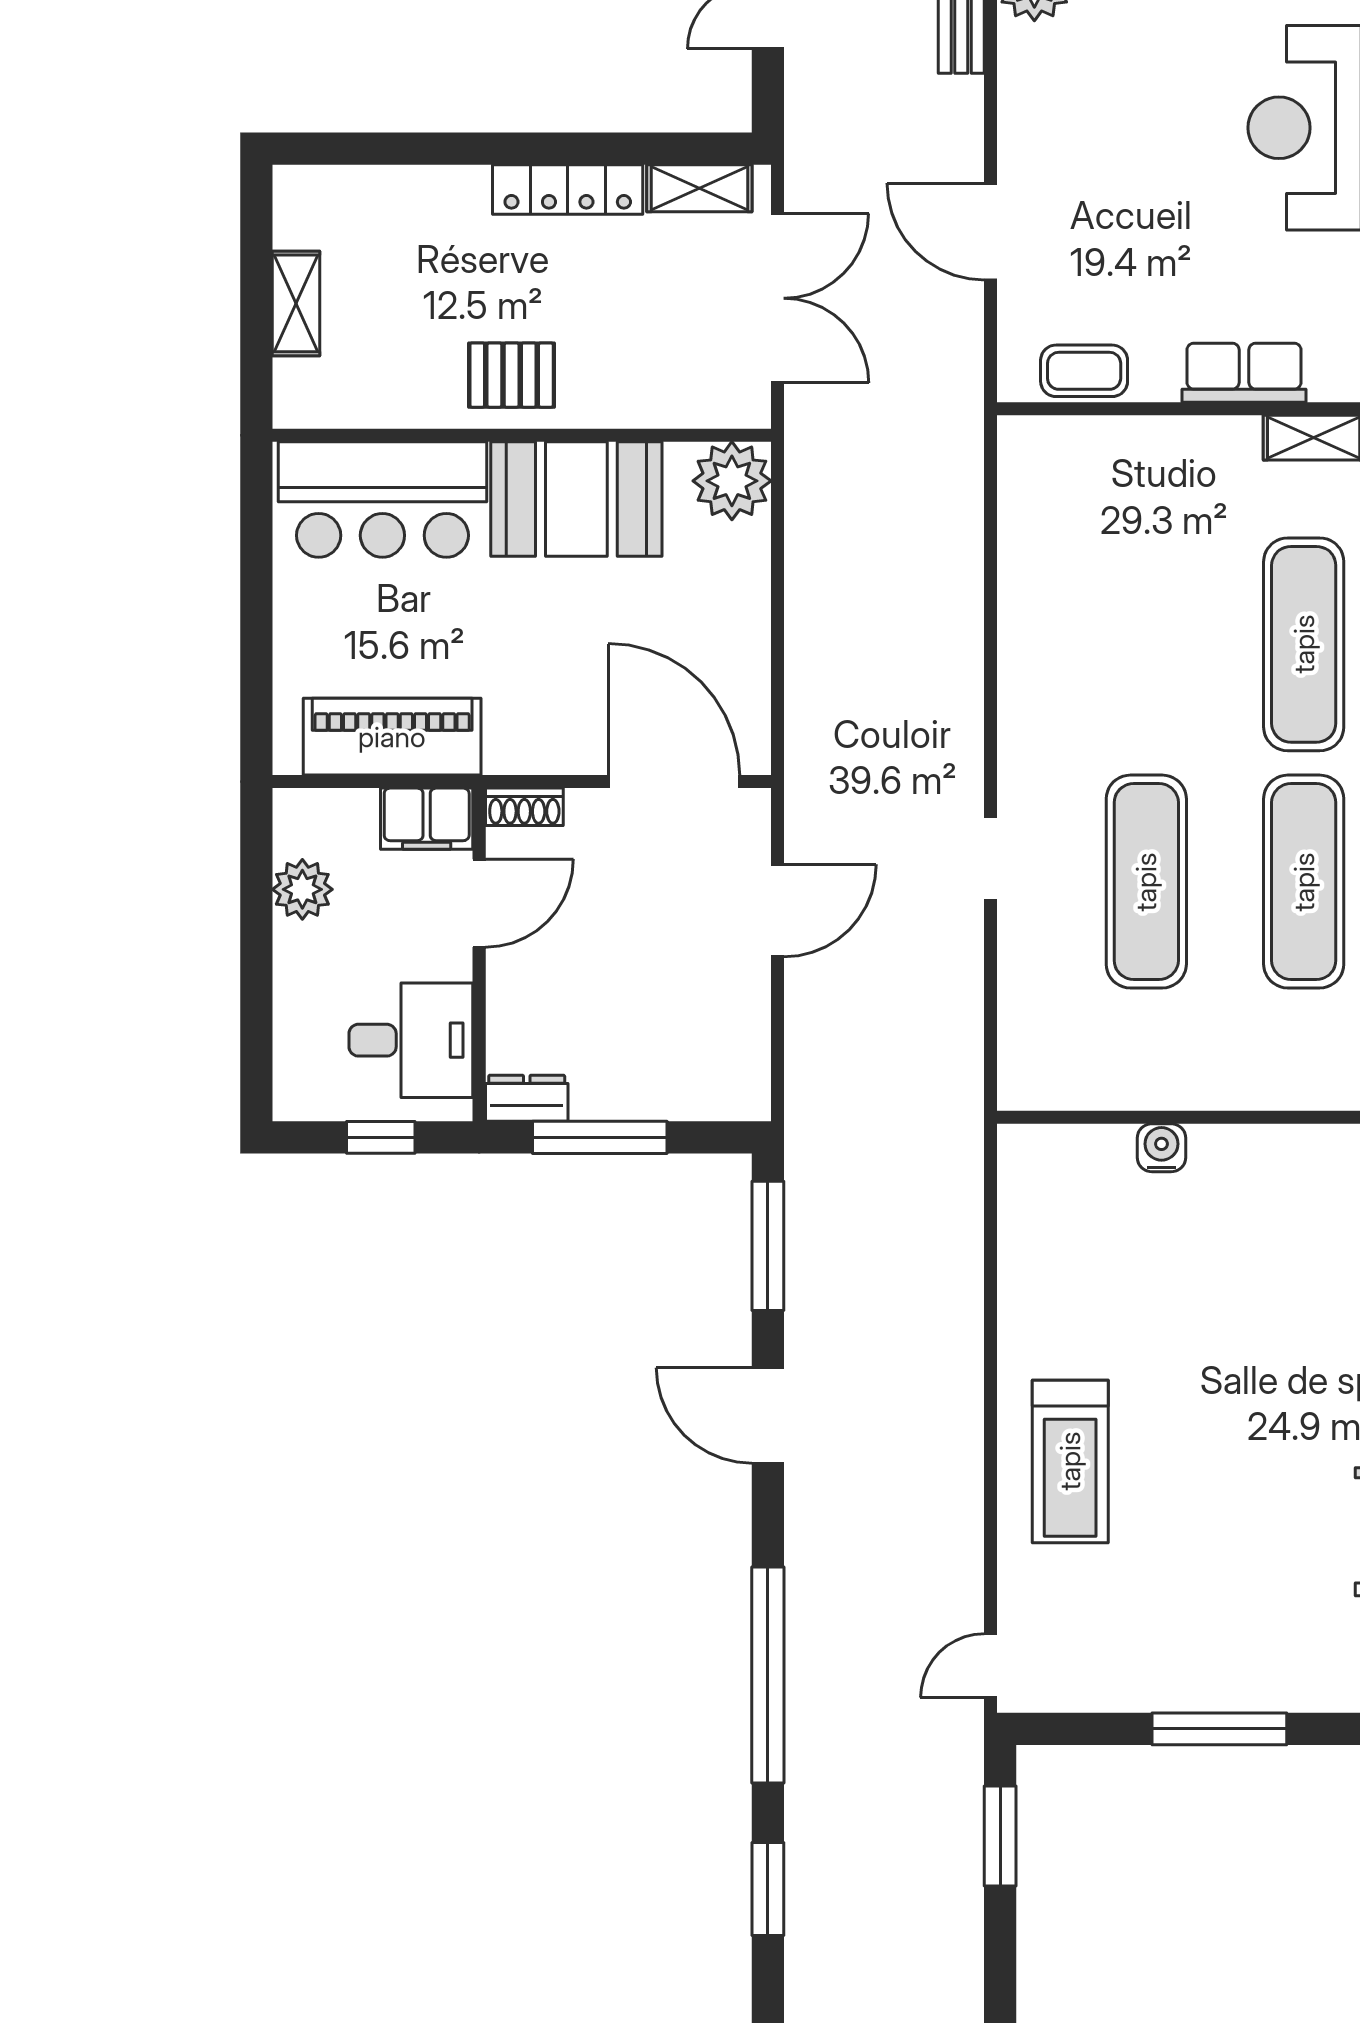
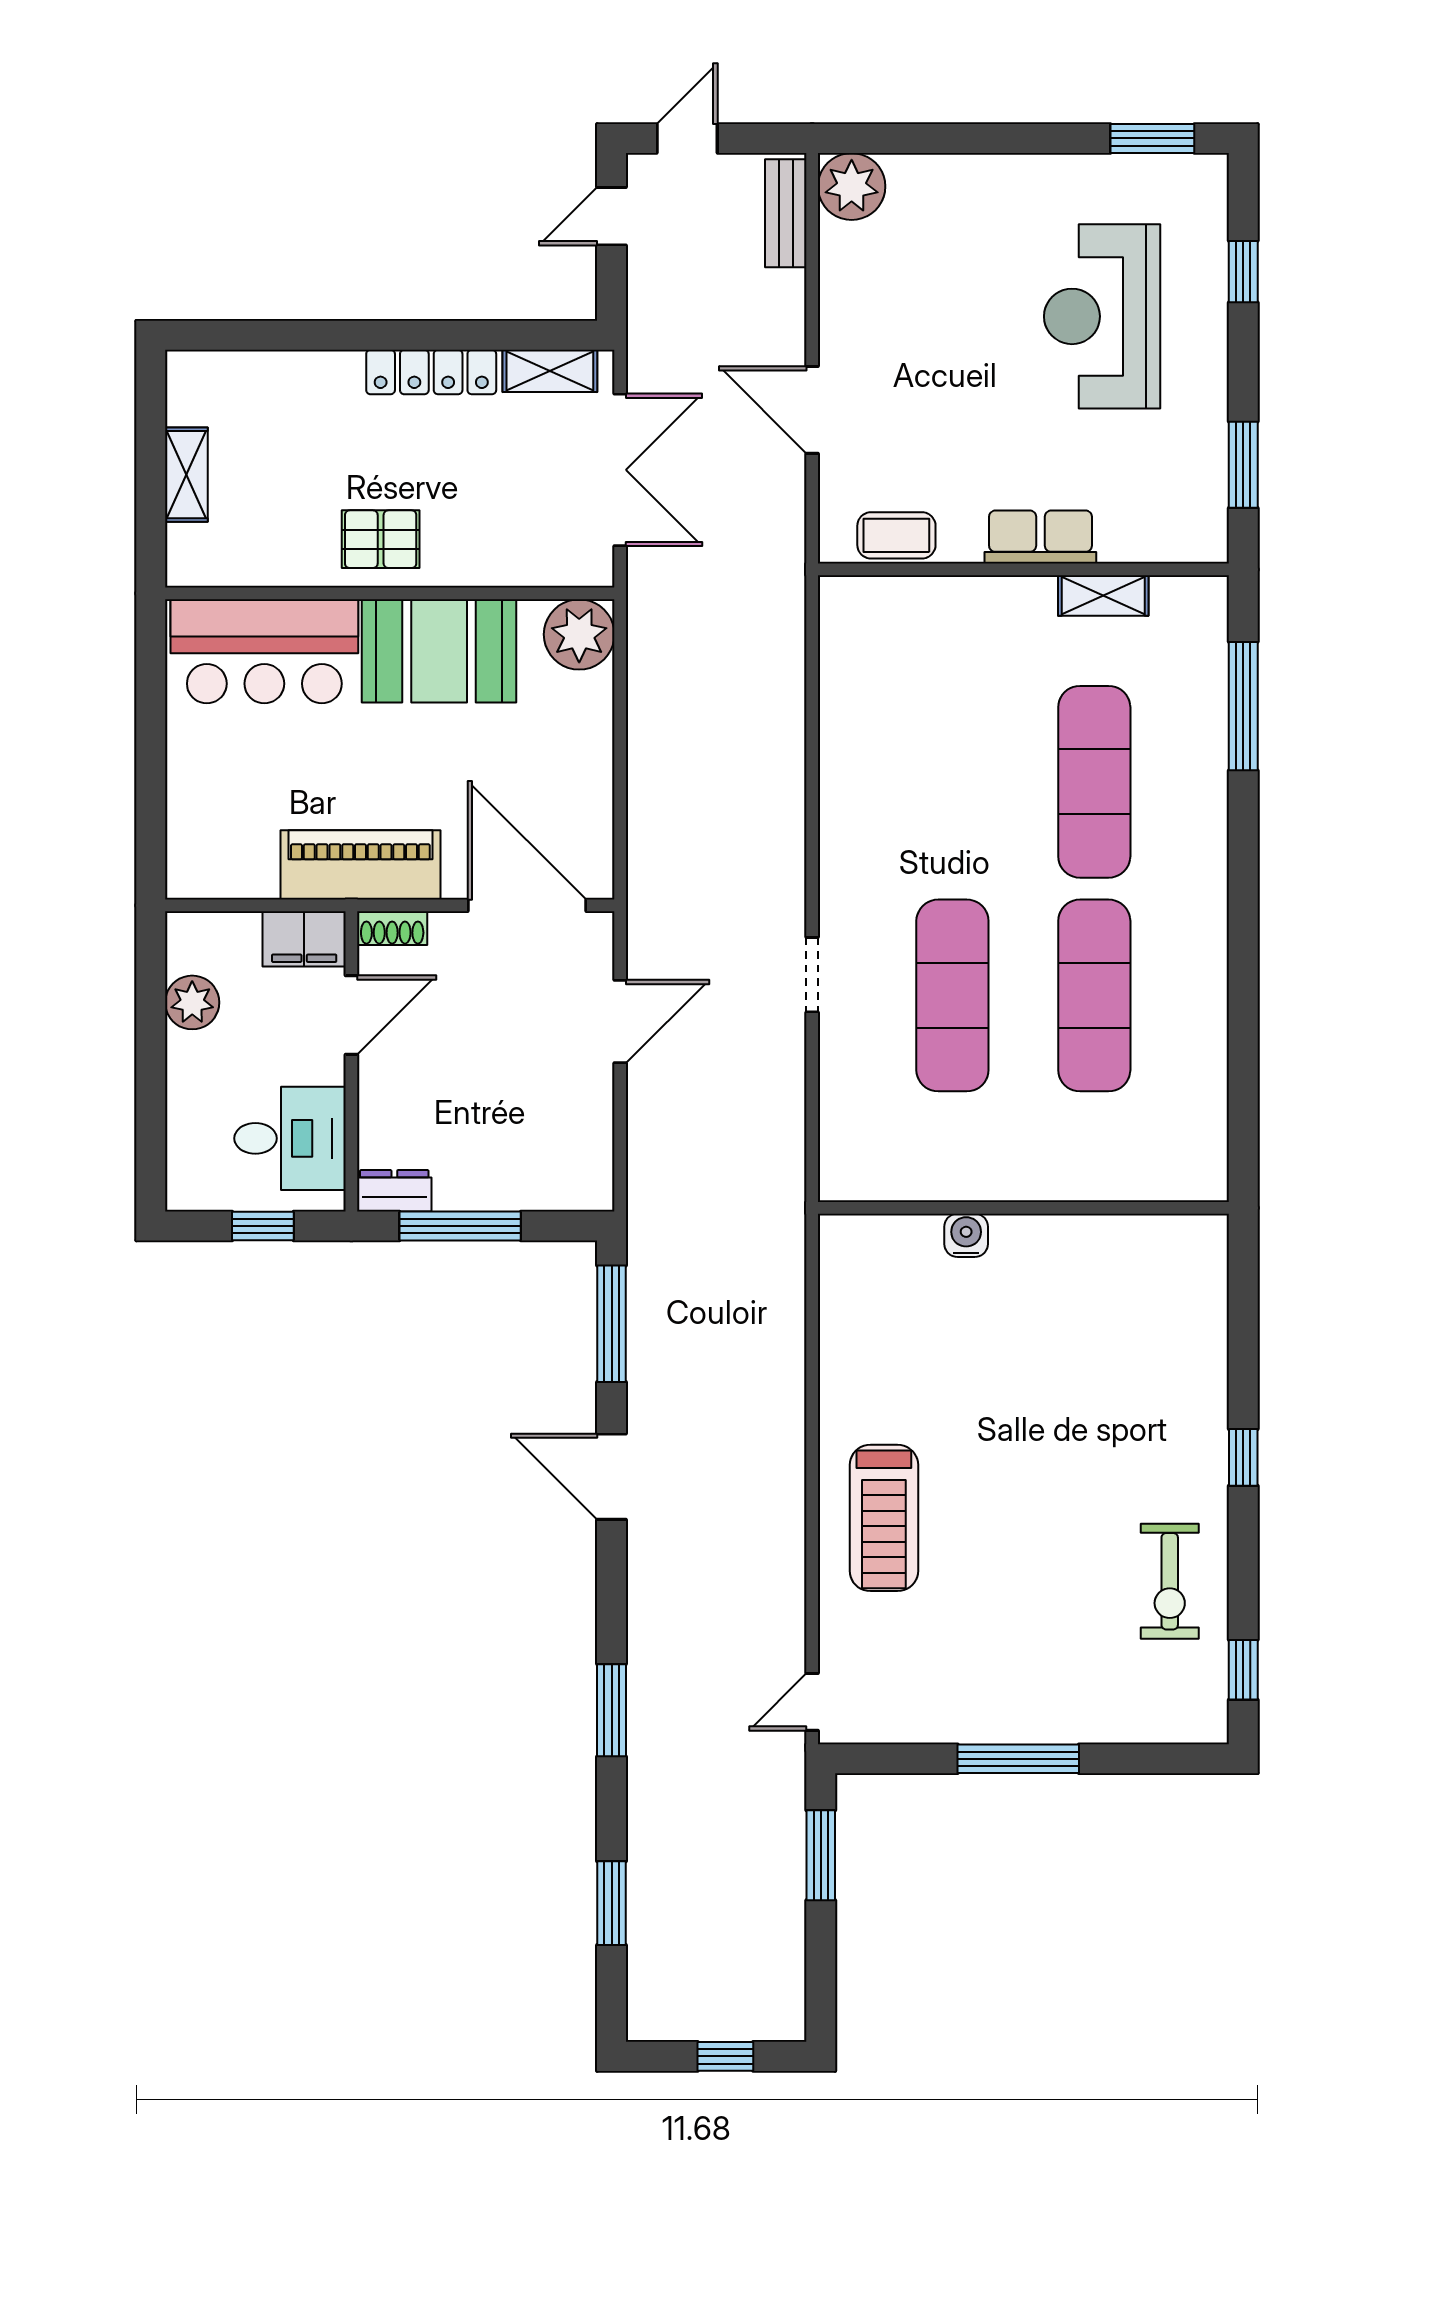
piano: (392, 737) -> (360, 865), moved
window: (768, 1675) -> (612, 1710), width x0.47

